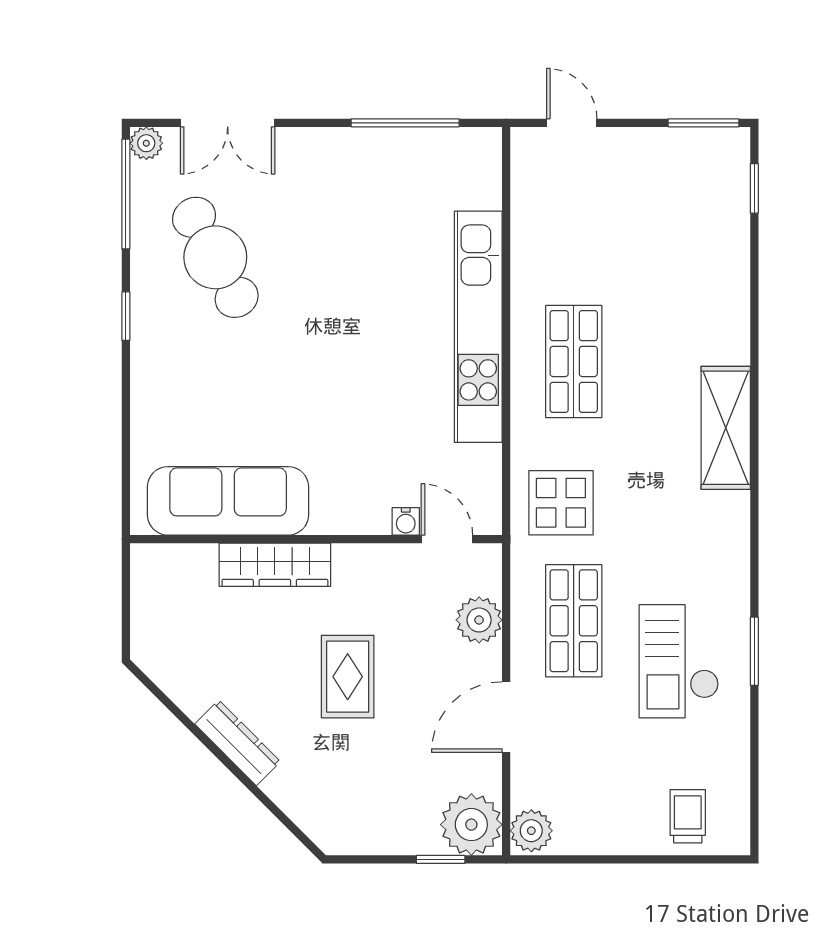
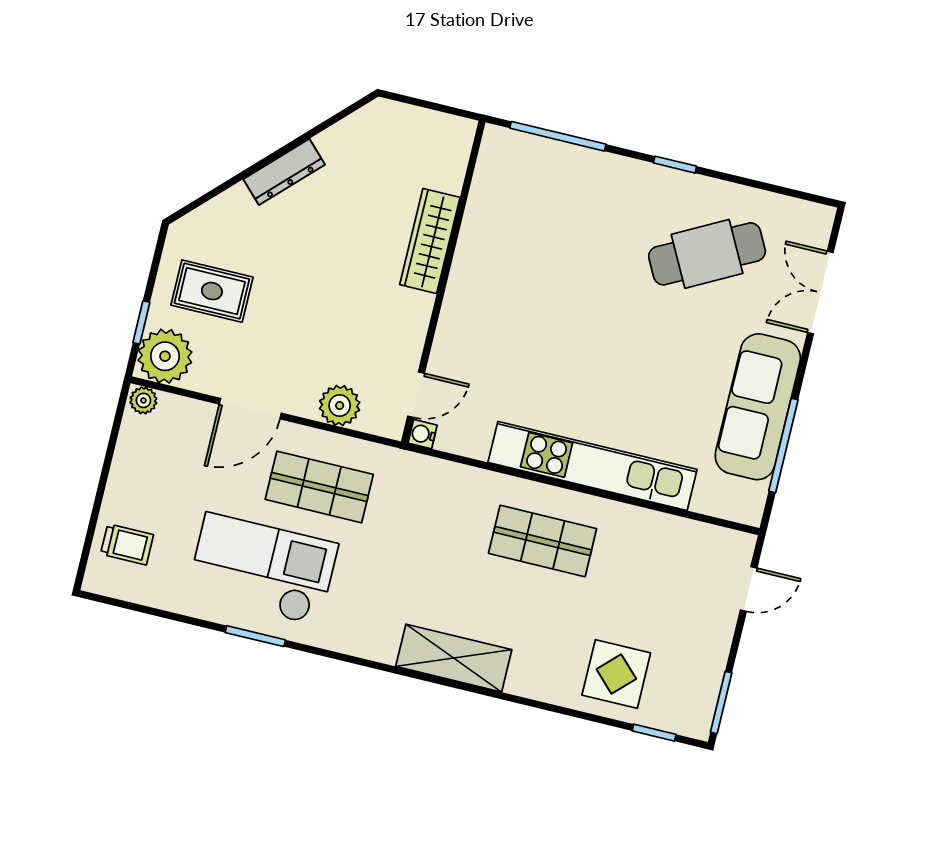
plant: (146, 143) -> (820, 218), removed
window: (126, 194) -> (558, 136), moved
sofa: (228, 501) -> (758, 407), moved, turned 180
display table: (561, 503) -> (616, 674), moved
water cooler: (406, 521) -> (423, 434), moved
checkout: (679, 661) -> (262, 569), width x1.36, depth x1.21
rug: (348, 677) -> (212, 291), moved
door: (506, 717) -> (250, 409), swing flipped
plant: (531, 831) -> (143, 400), width x0.73, depth x0.73

